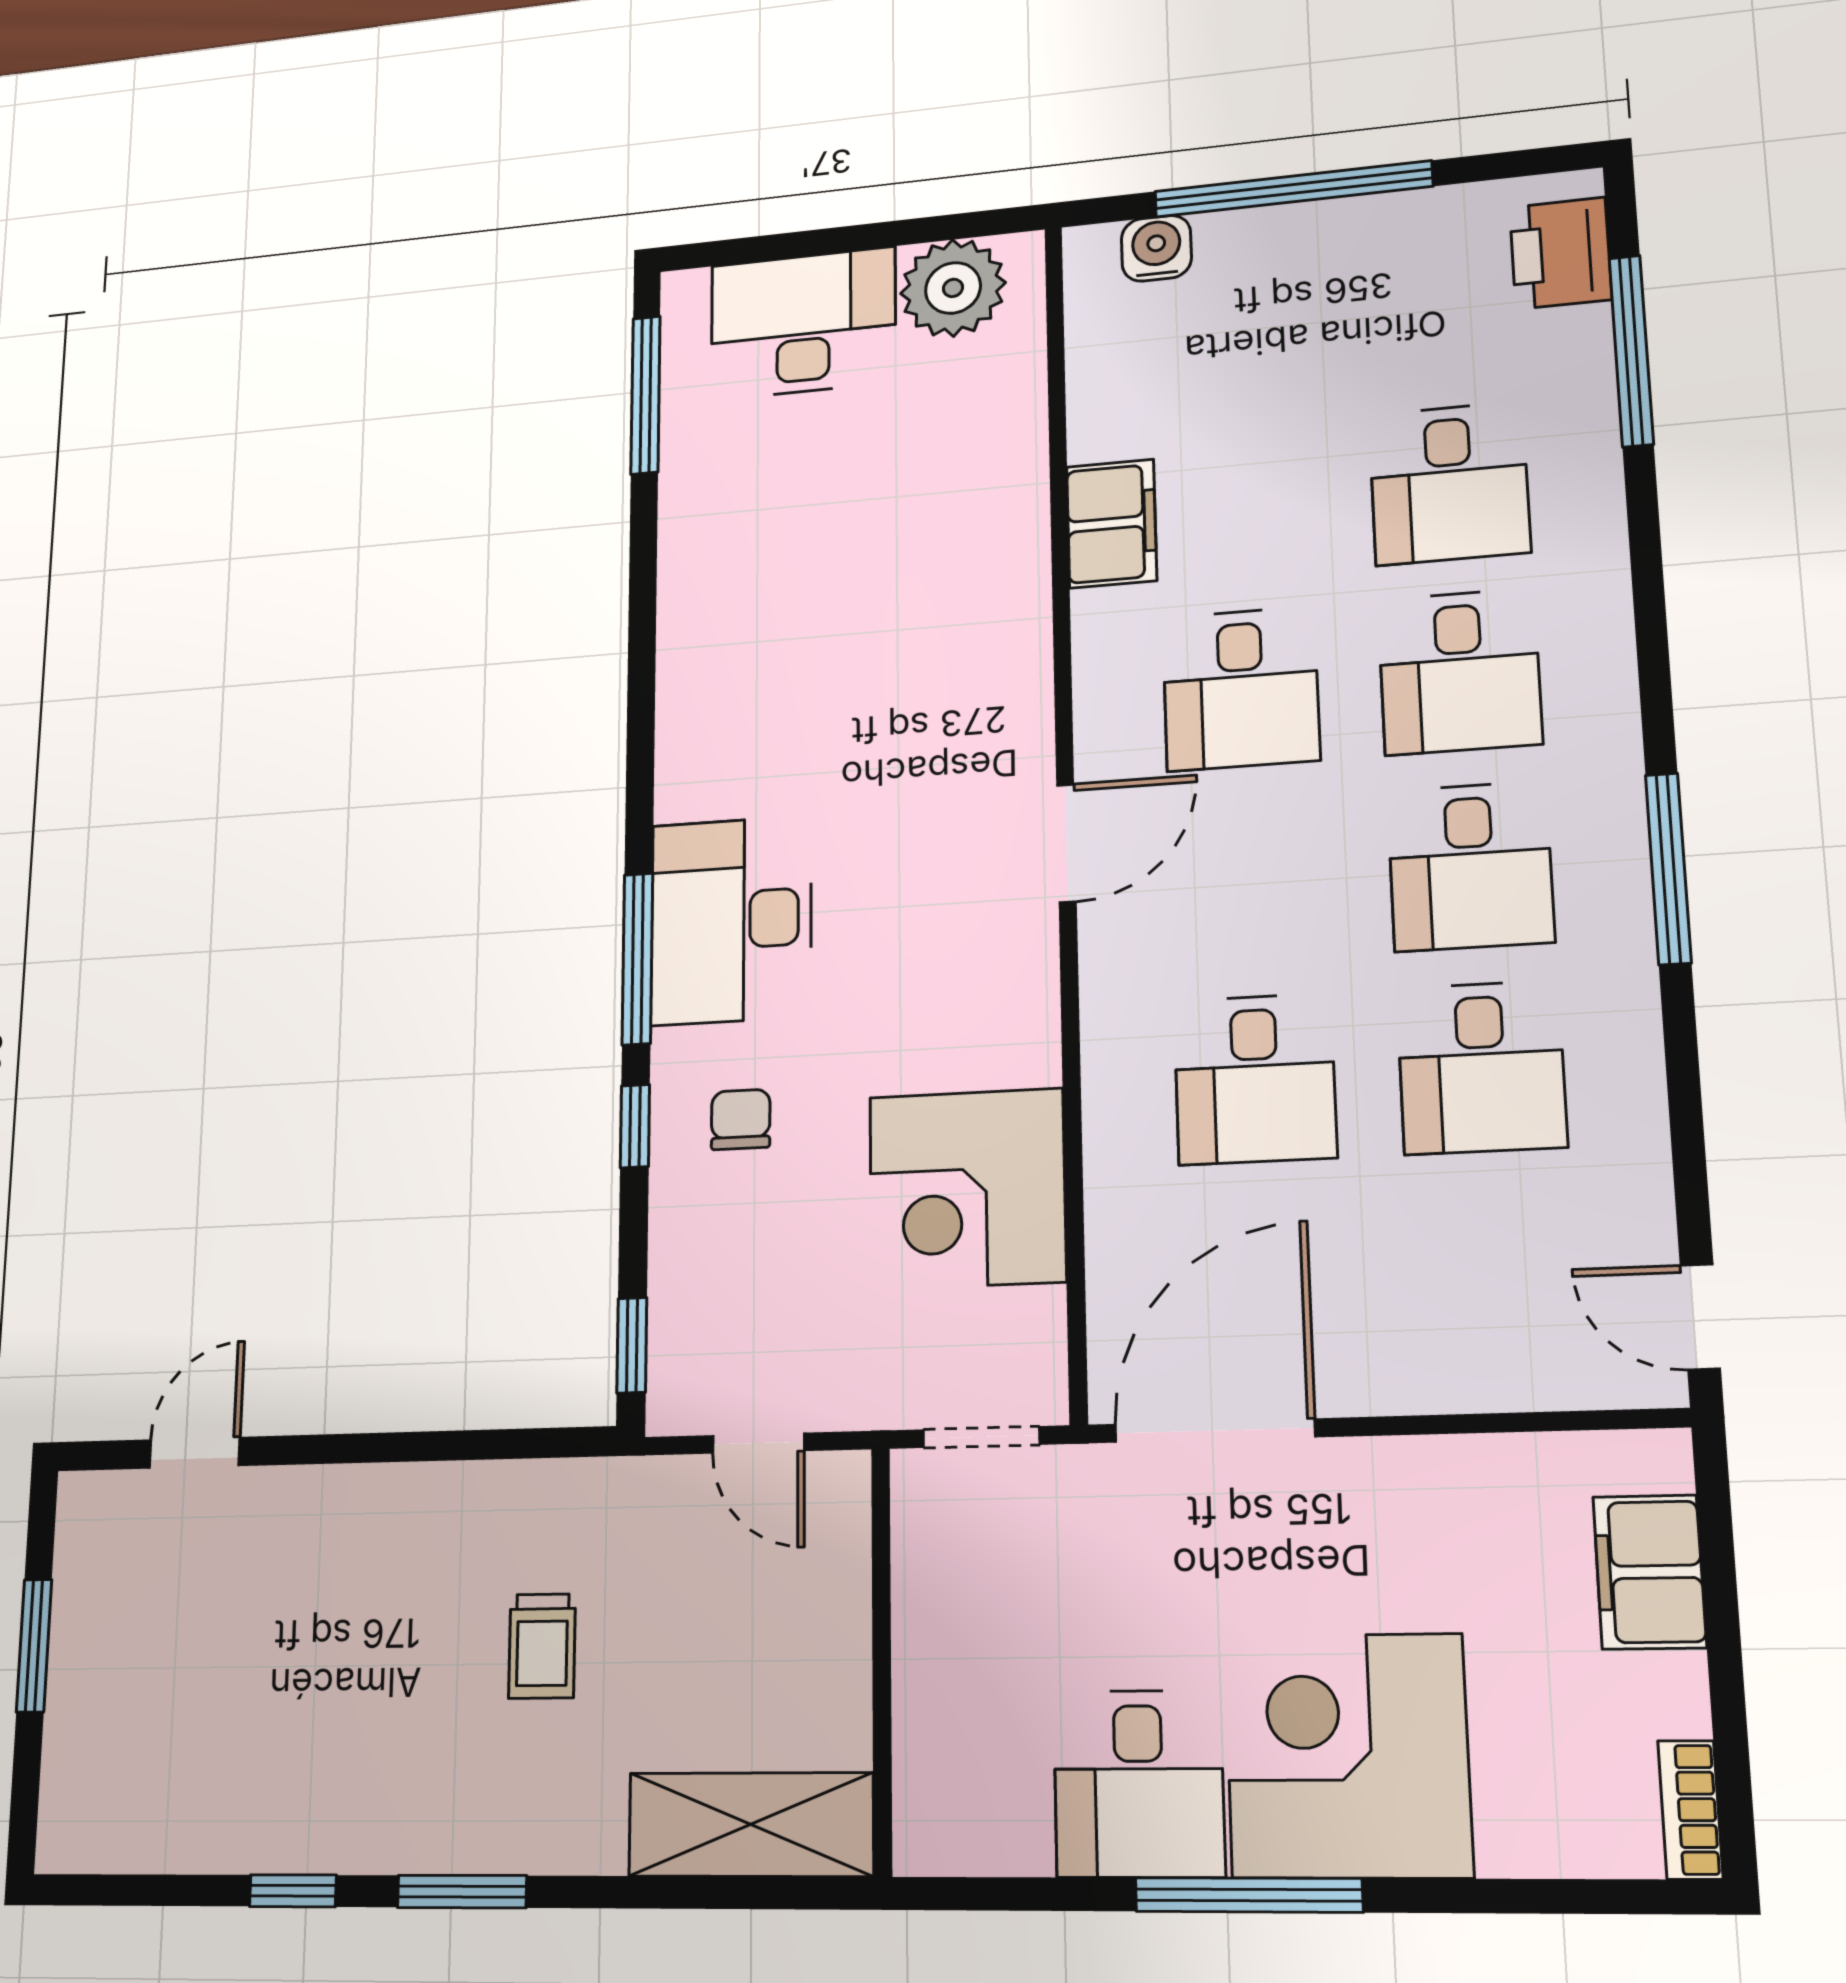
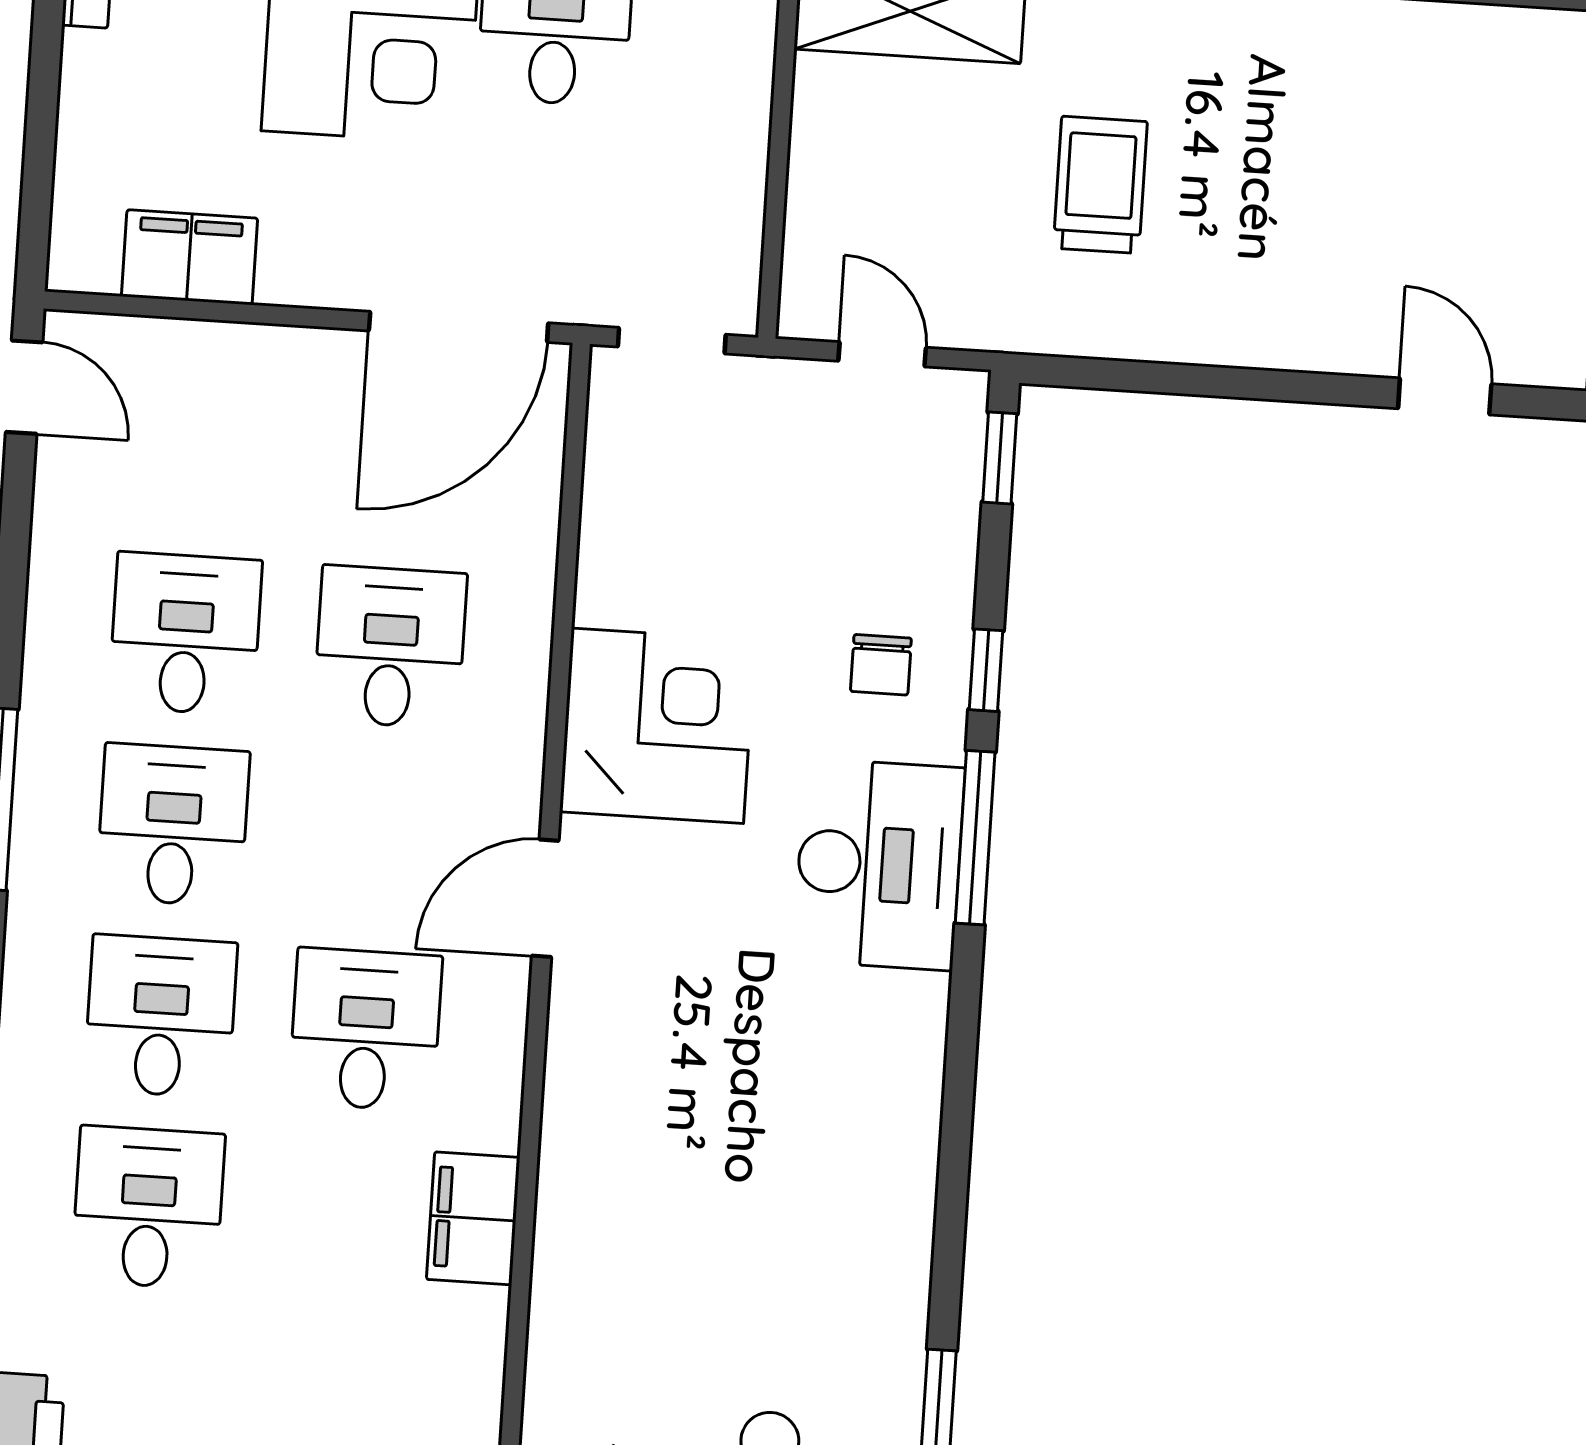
corner desk: (967, 1189) -> (657, 726), moved
door: (195, 1453) -> (1445, 396), swing flipped
filing cabinet: (1649, 1572) -> (190, 257), moved, turned -90
trolley: (542, 1646) -> (1100, 185), width x1.36, depth x1.39

